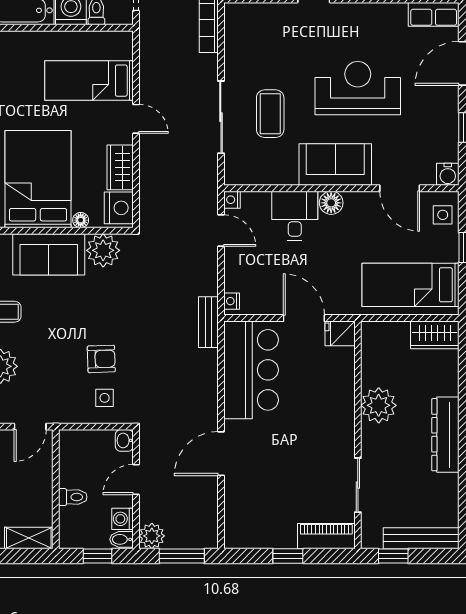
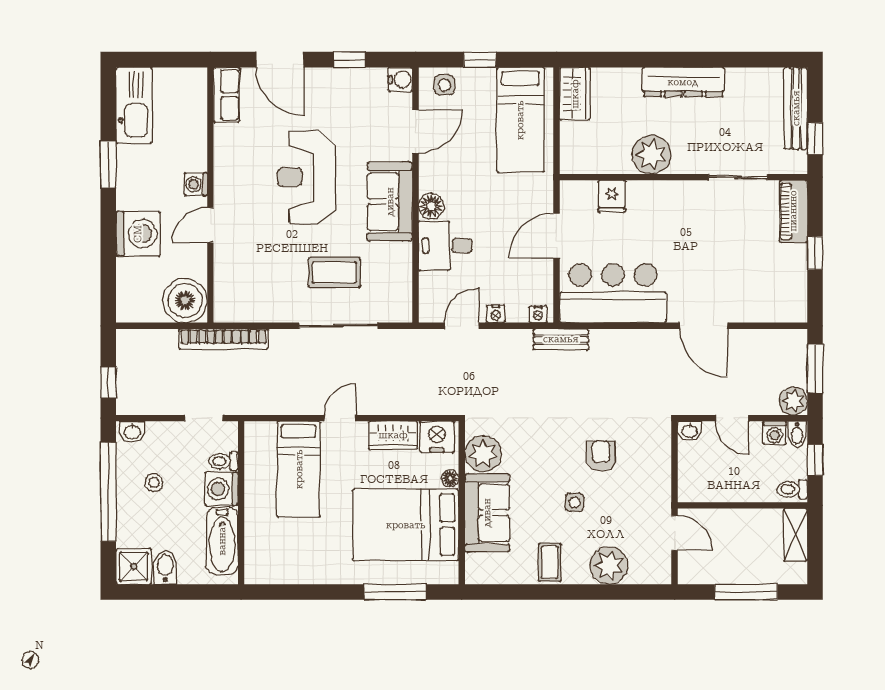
nightstand: (232, 200) -> (496, 314), moved
fridge: (340, 333) -> (612, 196), moved
side table: (105, 398) -> (575, 502), moved
toilet: (73, 497) -> (792, 489), moved, turned -90

